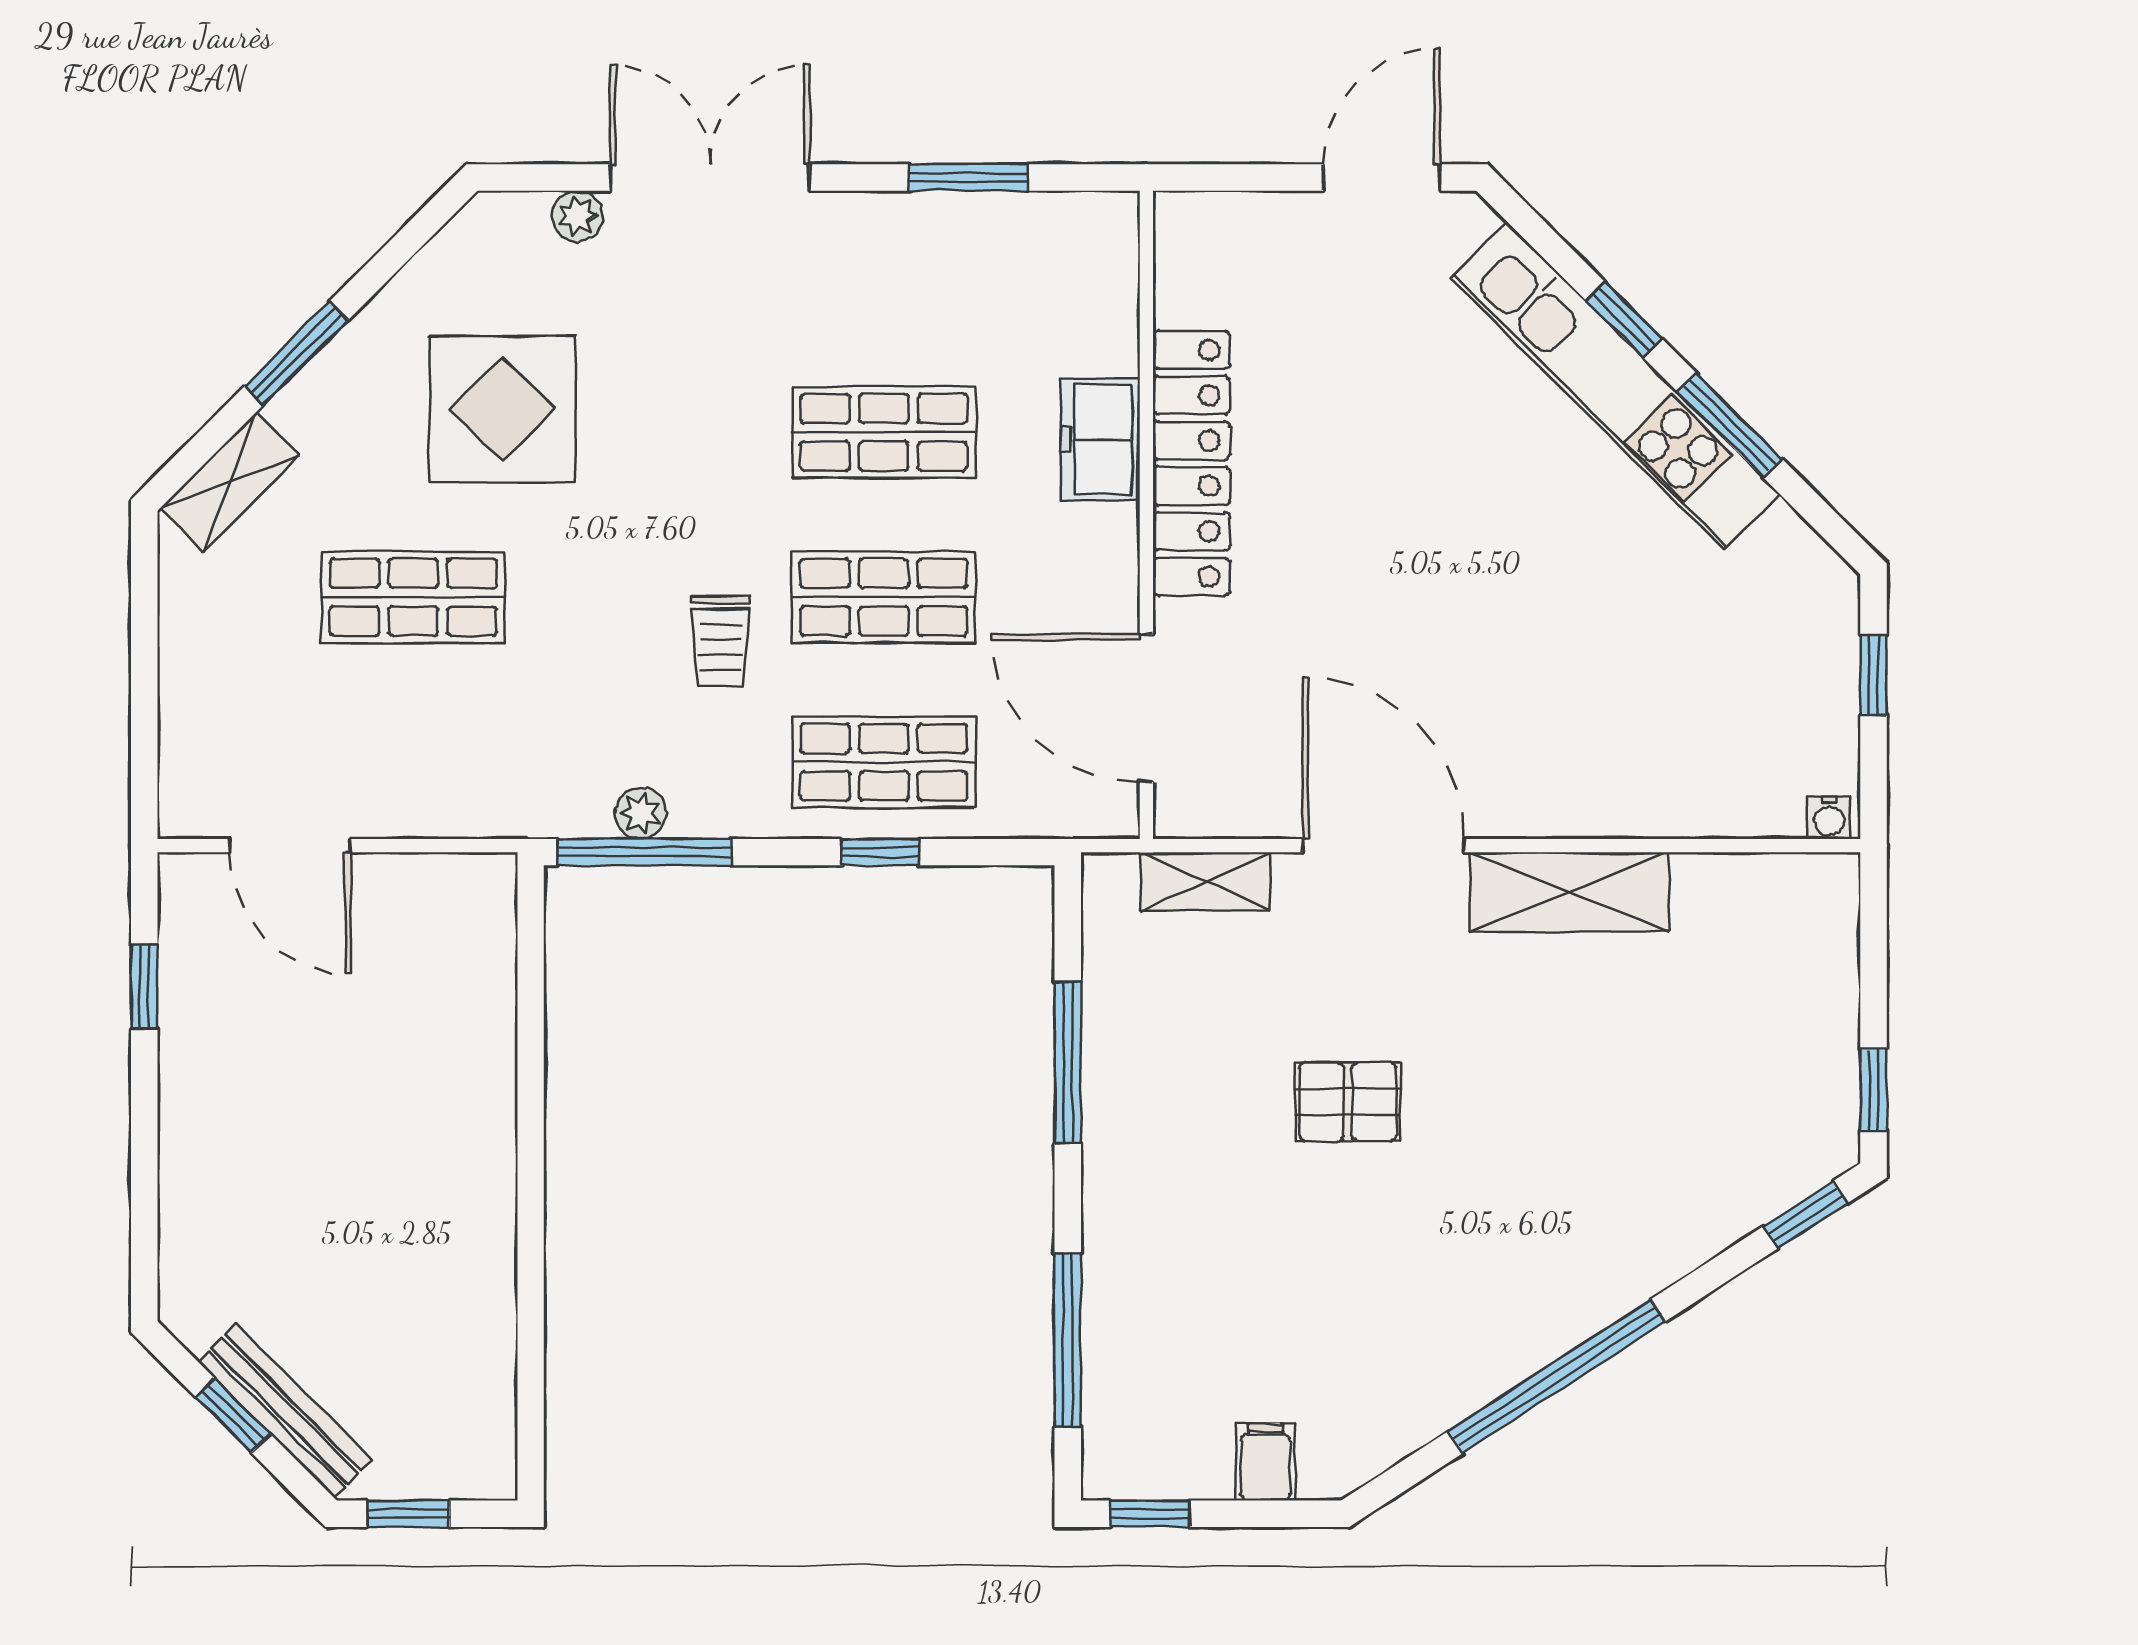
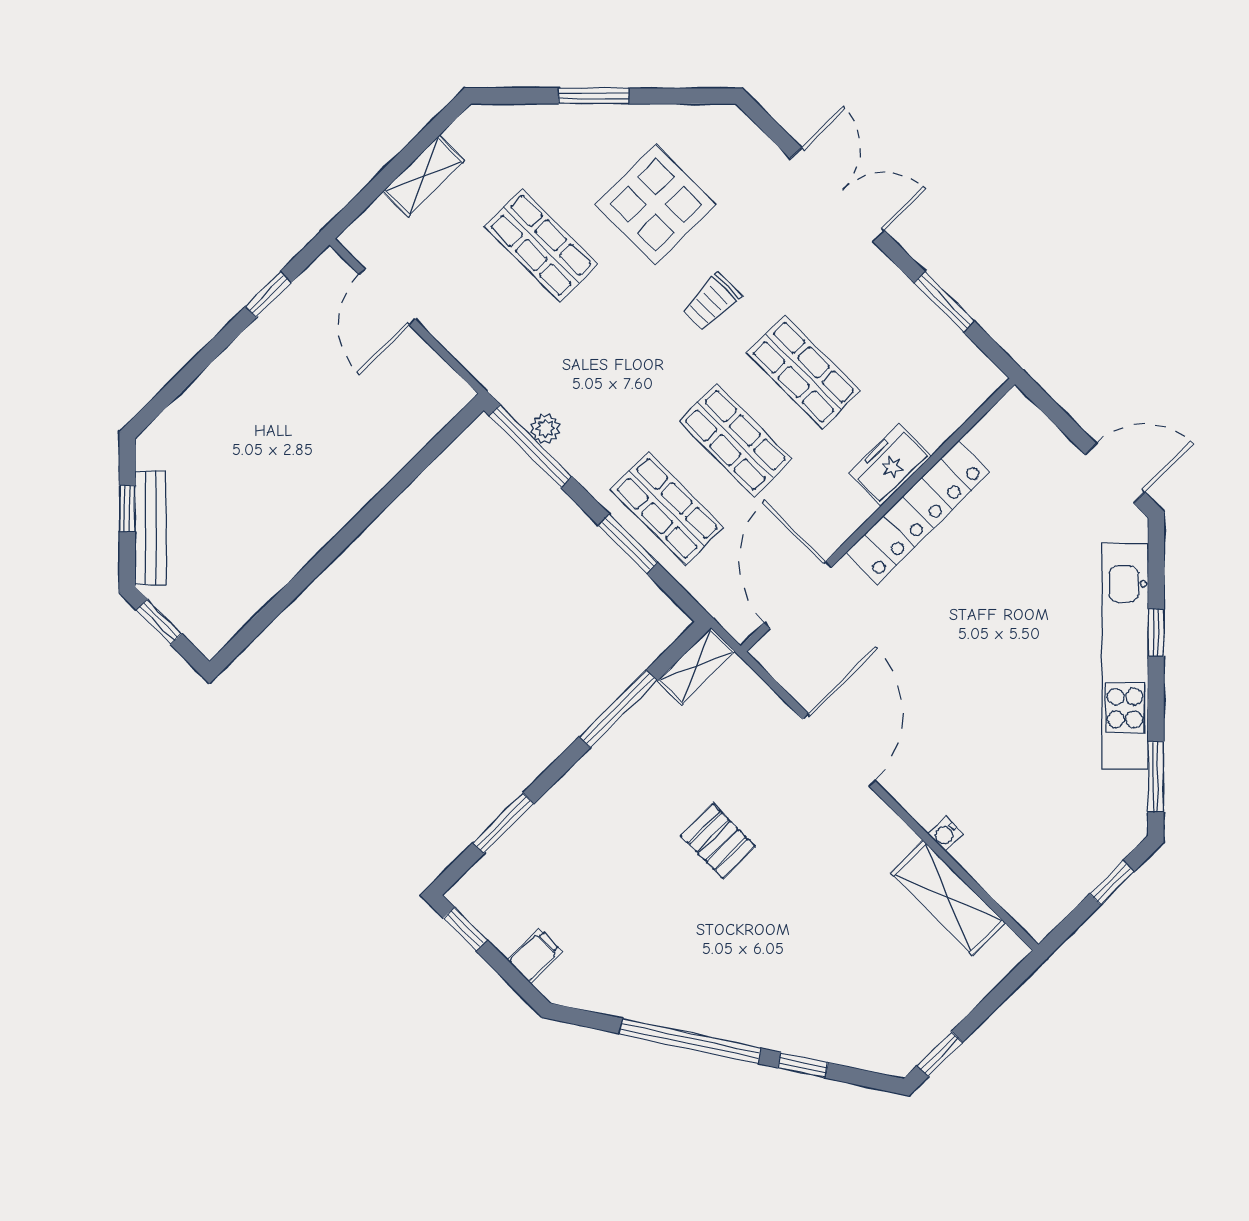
plant: (577, 216) -> (767, 156), removed
window: (1730, 426) -> (1156, 777), moved
shelving: (230, 482) -> (424, 176), moved, turned -45
trolley: (721, 641) -> (712, 302), moved
water cooler: (1829, 818) -> (945, 834), moved
window: (880, 852) -> (628, 544), width x1.50
shelving: (1206, 881) -> (696, 666), moved, turned 90
shelving: (1569, 892) -> (948, 898), moved
window: (1806, 1215) -> (803, 1065), moved
window: (1068, 1340) -> (503, 823), width x0.69

